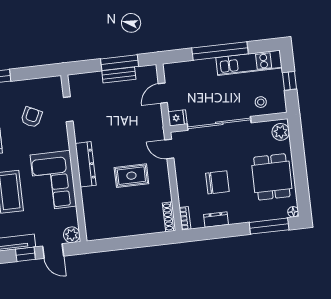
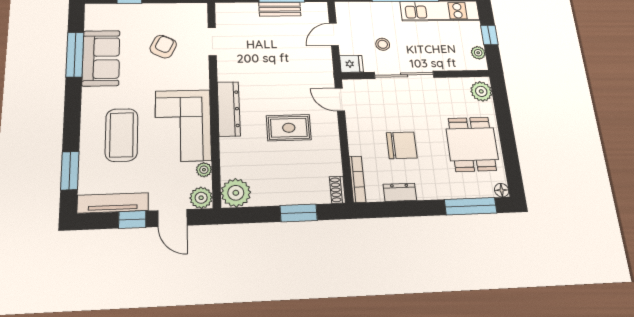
plant: (280, 98) -> (478, 53), added
stool: (261, 102) -> (383, 44), moved
sliding door: (219, 123) -> (404, 75), width x0.73
plant: (72, 214) -> (204, 170), added
shoe rack: (169, 217) -> (337, 190), width x0.70
bookcase: (185, 218) -> (357, 179), width x1.56
plant: (96, 229) -> (236, 193), added
window: (142, 241) -> (299, 213), added

